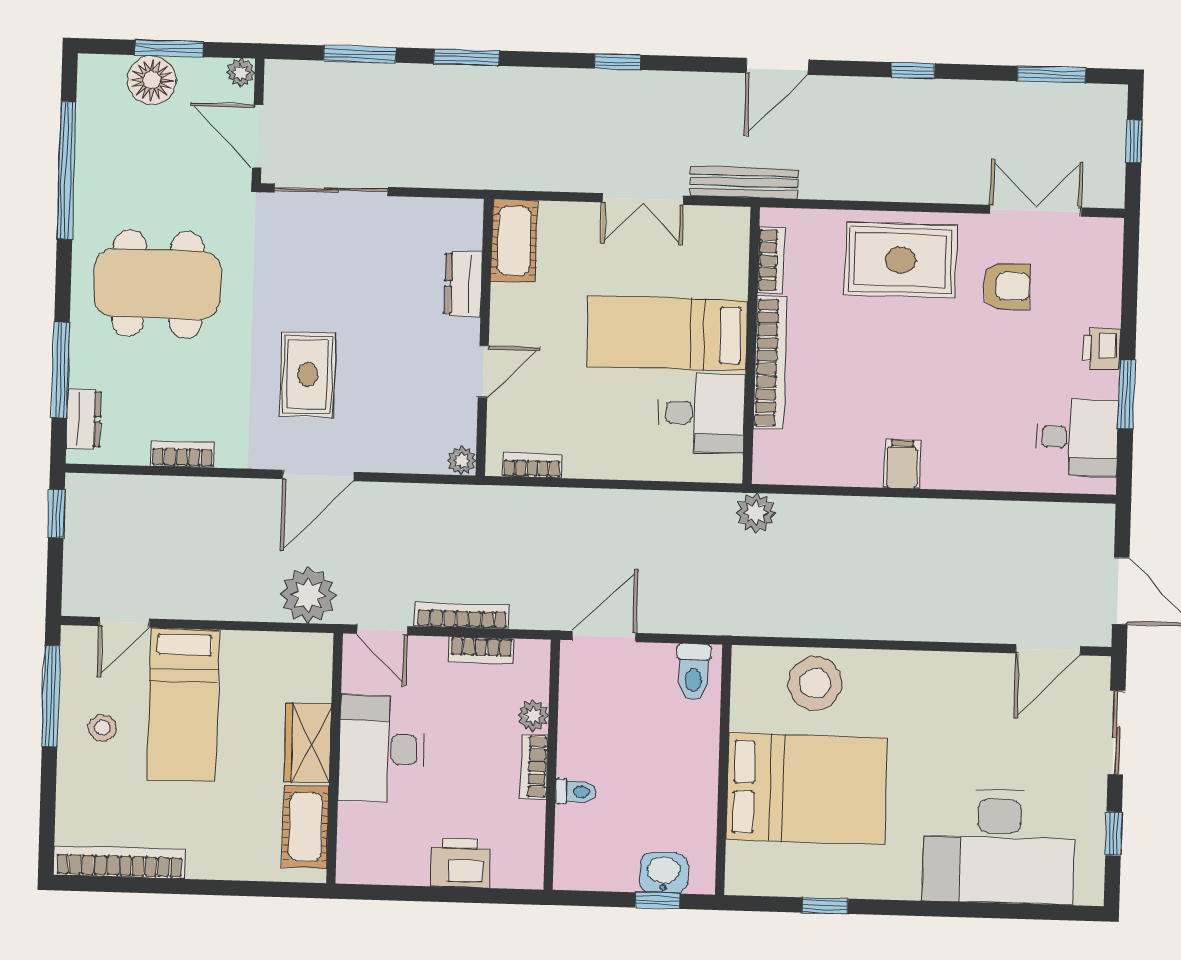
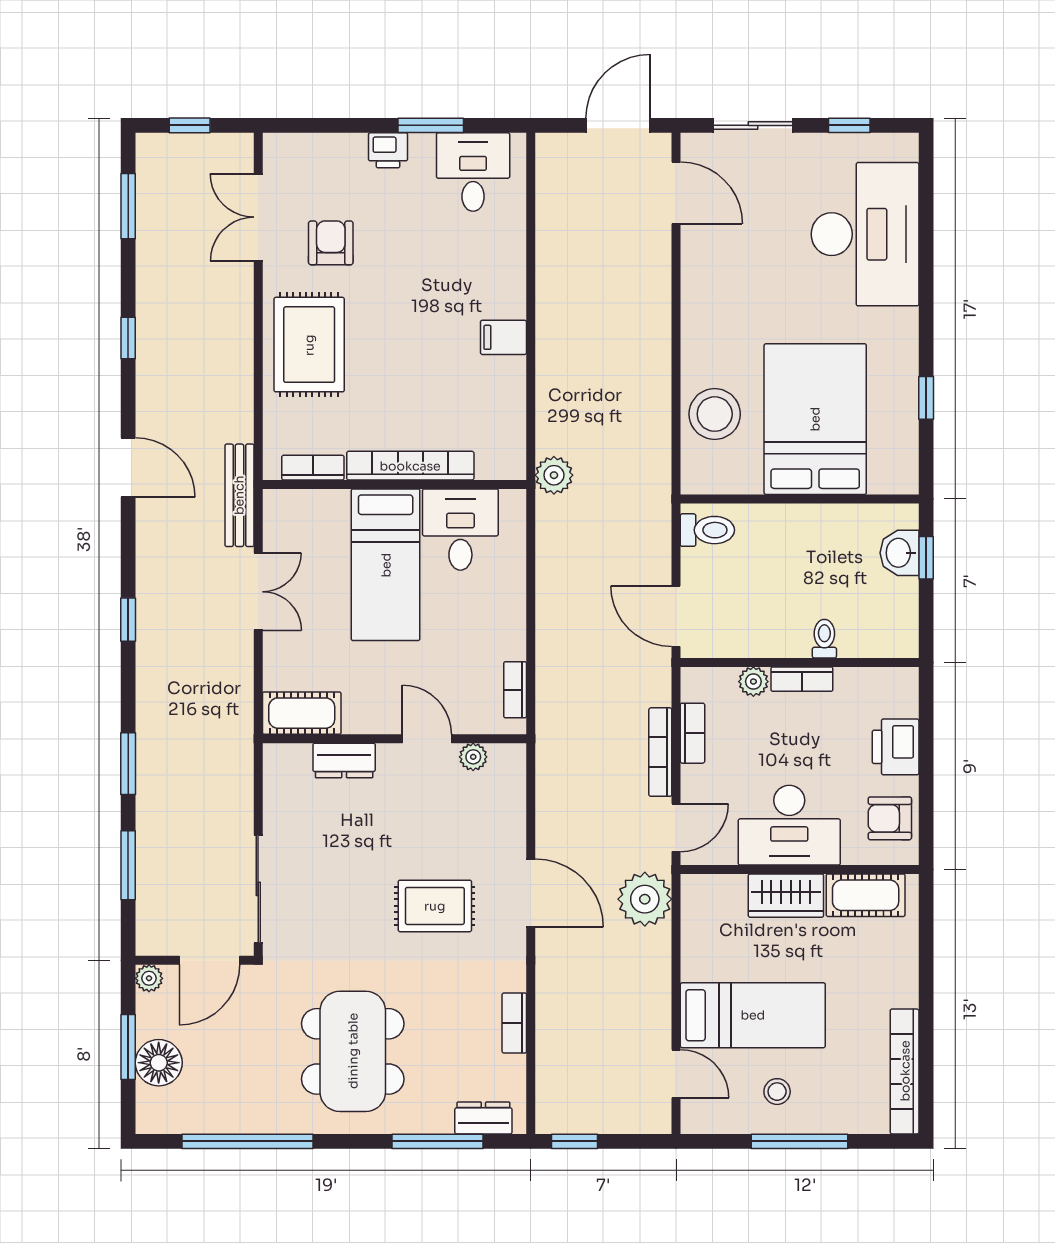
plant: (462, 461) -> (473, 757), moved
window: (51, 696) -> (800, 1141), moved
armchair: (385, 855) -> (890, 818), added

